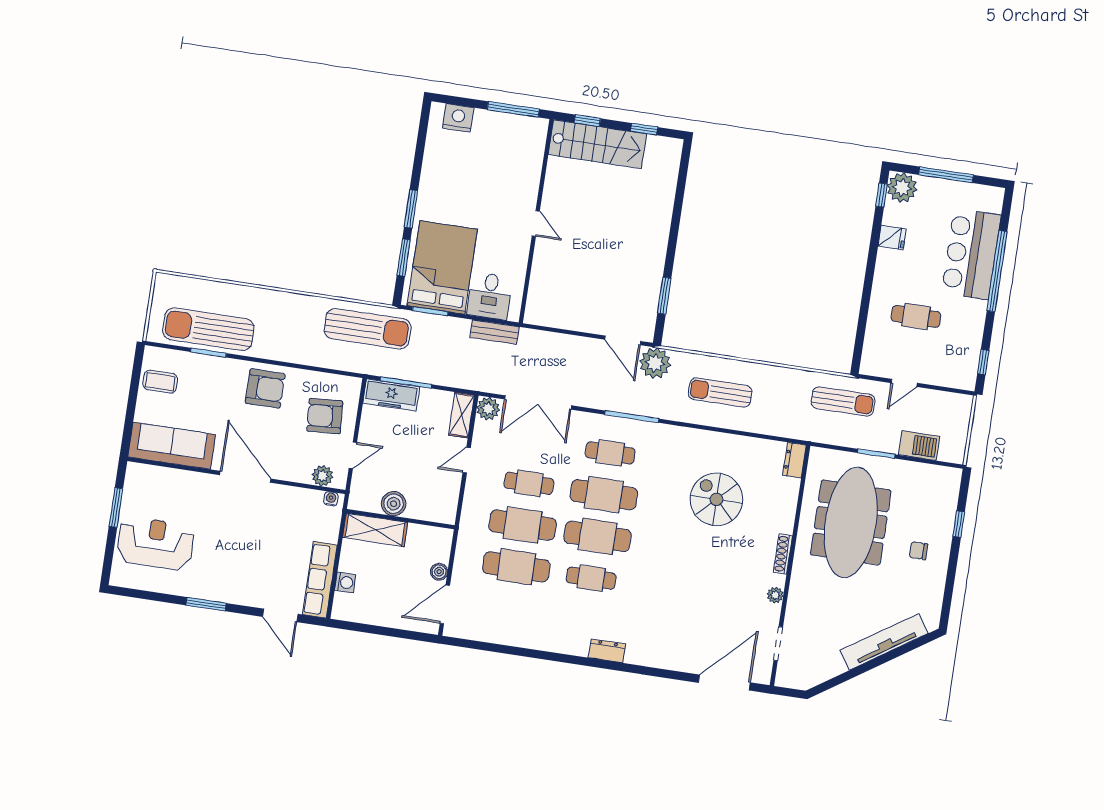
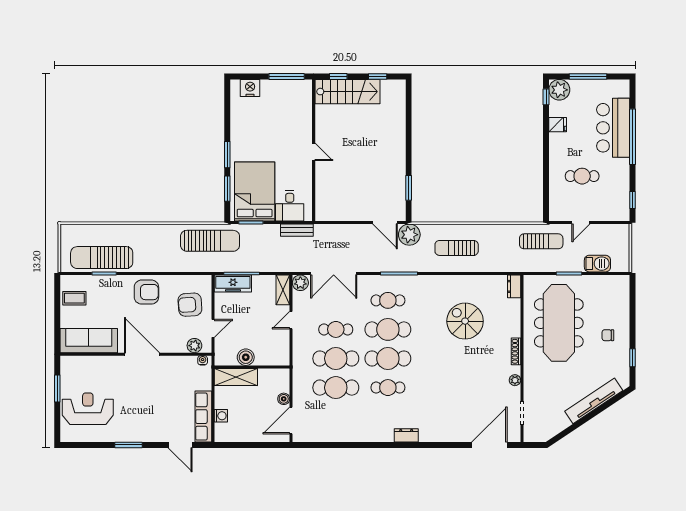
window: (959, 524) -> (632, 358), moved

